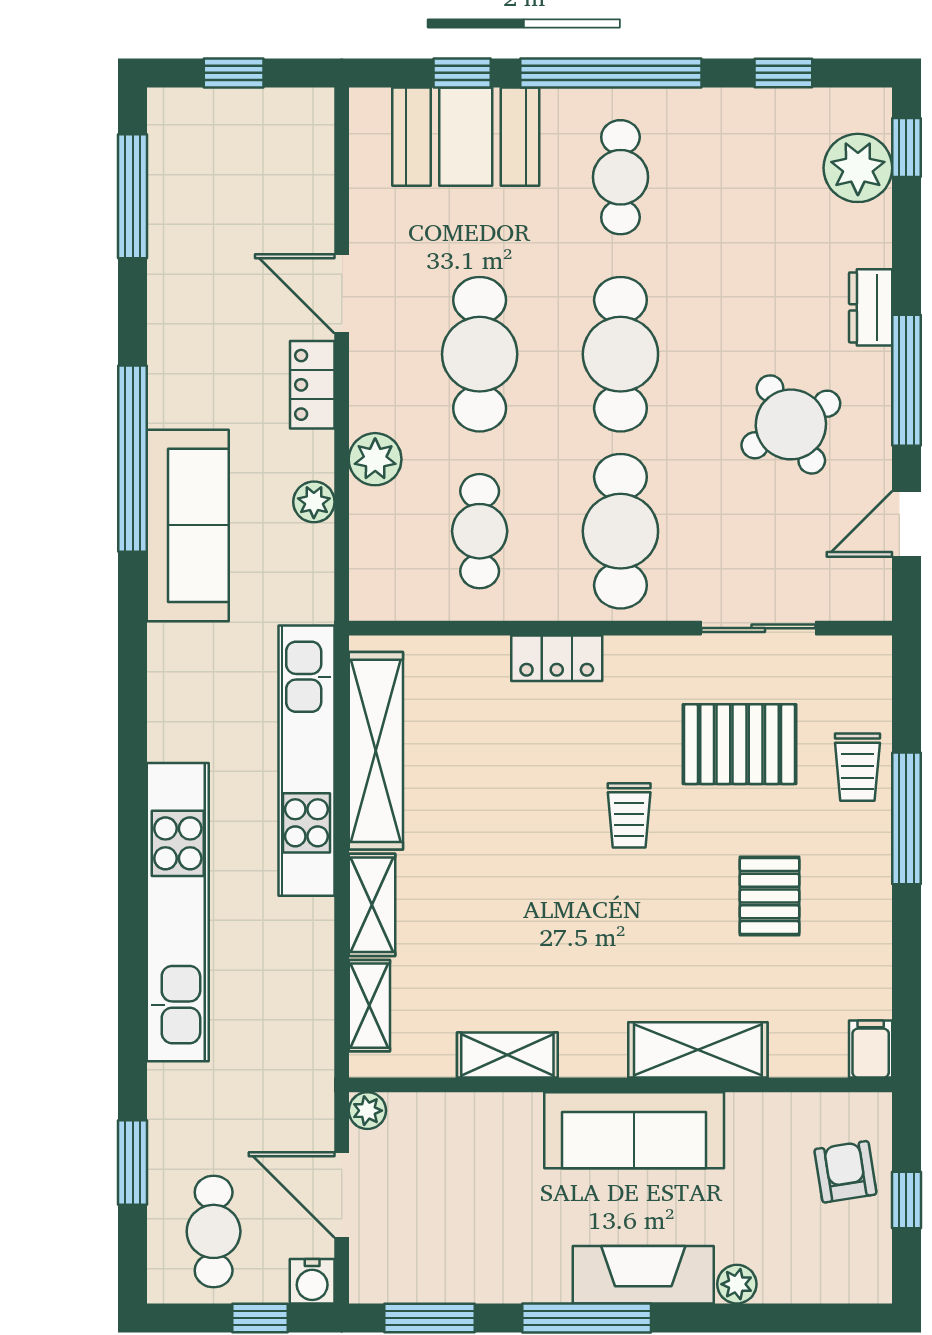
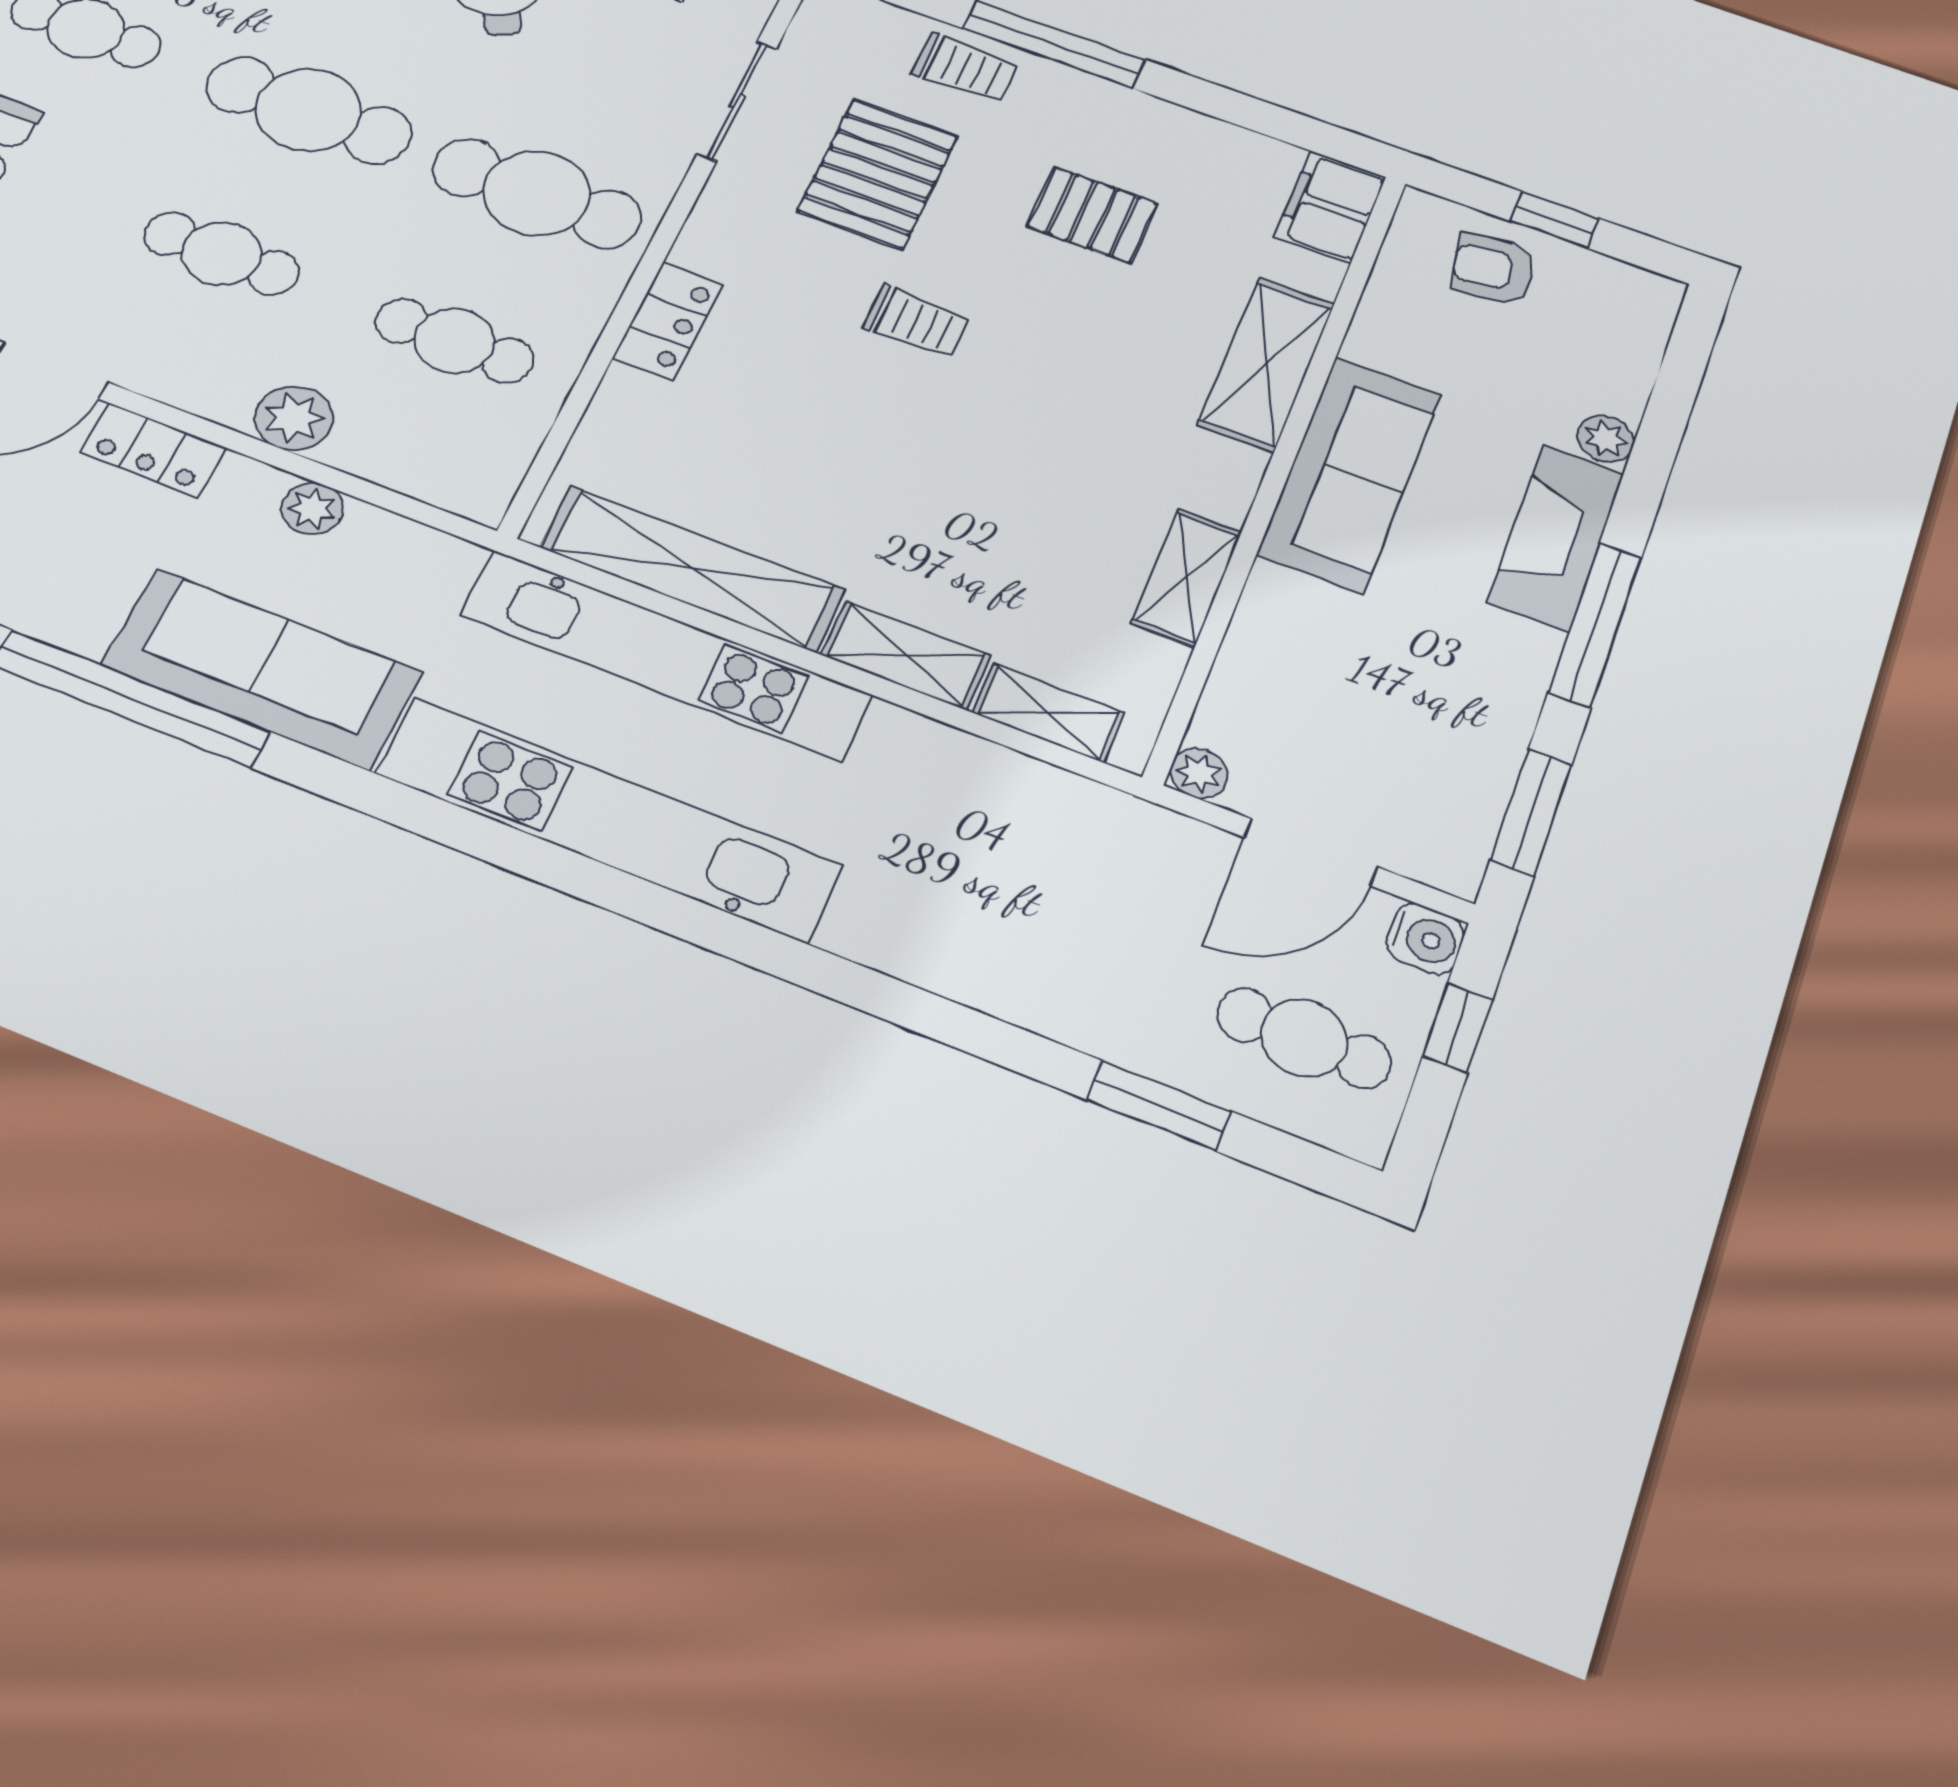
cafe table: (480, 354) -> (222, 253), width x0.73, depth x0.74
kitchen unit: (178, 912) -> (608, 819), moved
filing cabinet: (871, 1049) -> (1330, 207), width x2.00

